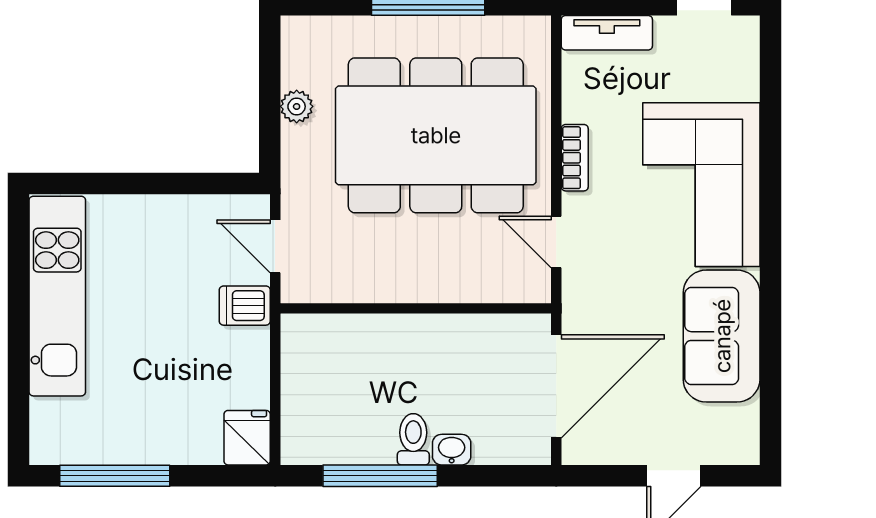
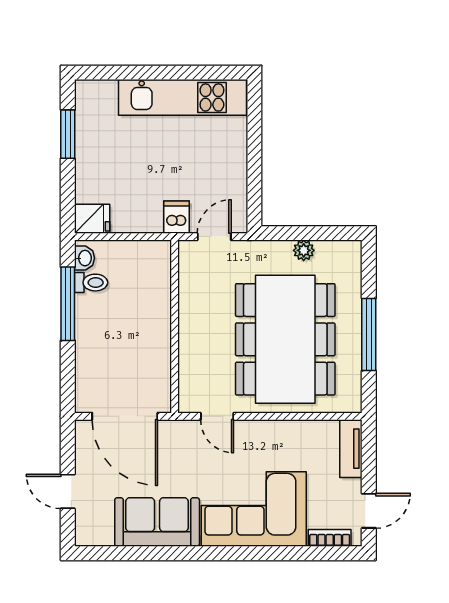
bookcase: (575, 158) -> (330, 538), moved, turned 180
door: (556, 242) -> (217, 416), swing flipped
toilet: (413, 439) -> (91, 283), moved
washbasin: (452, 450) -> (84, 258), moved
window: (115, 476) -> (68, 134), width x0.69

